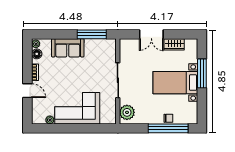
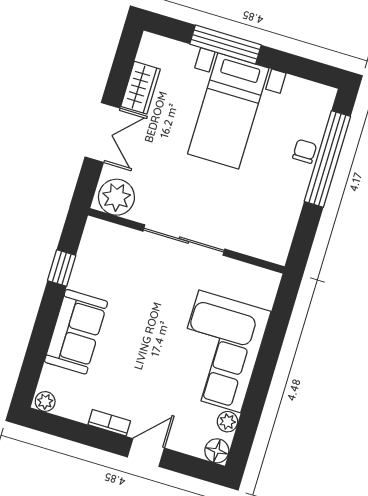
window: (92, 34) -> (62, 268), width x0.46
floor lamp: (37, 54) -> (217, 451), moved
plant: (127, 112) -> (116, 197), moved

